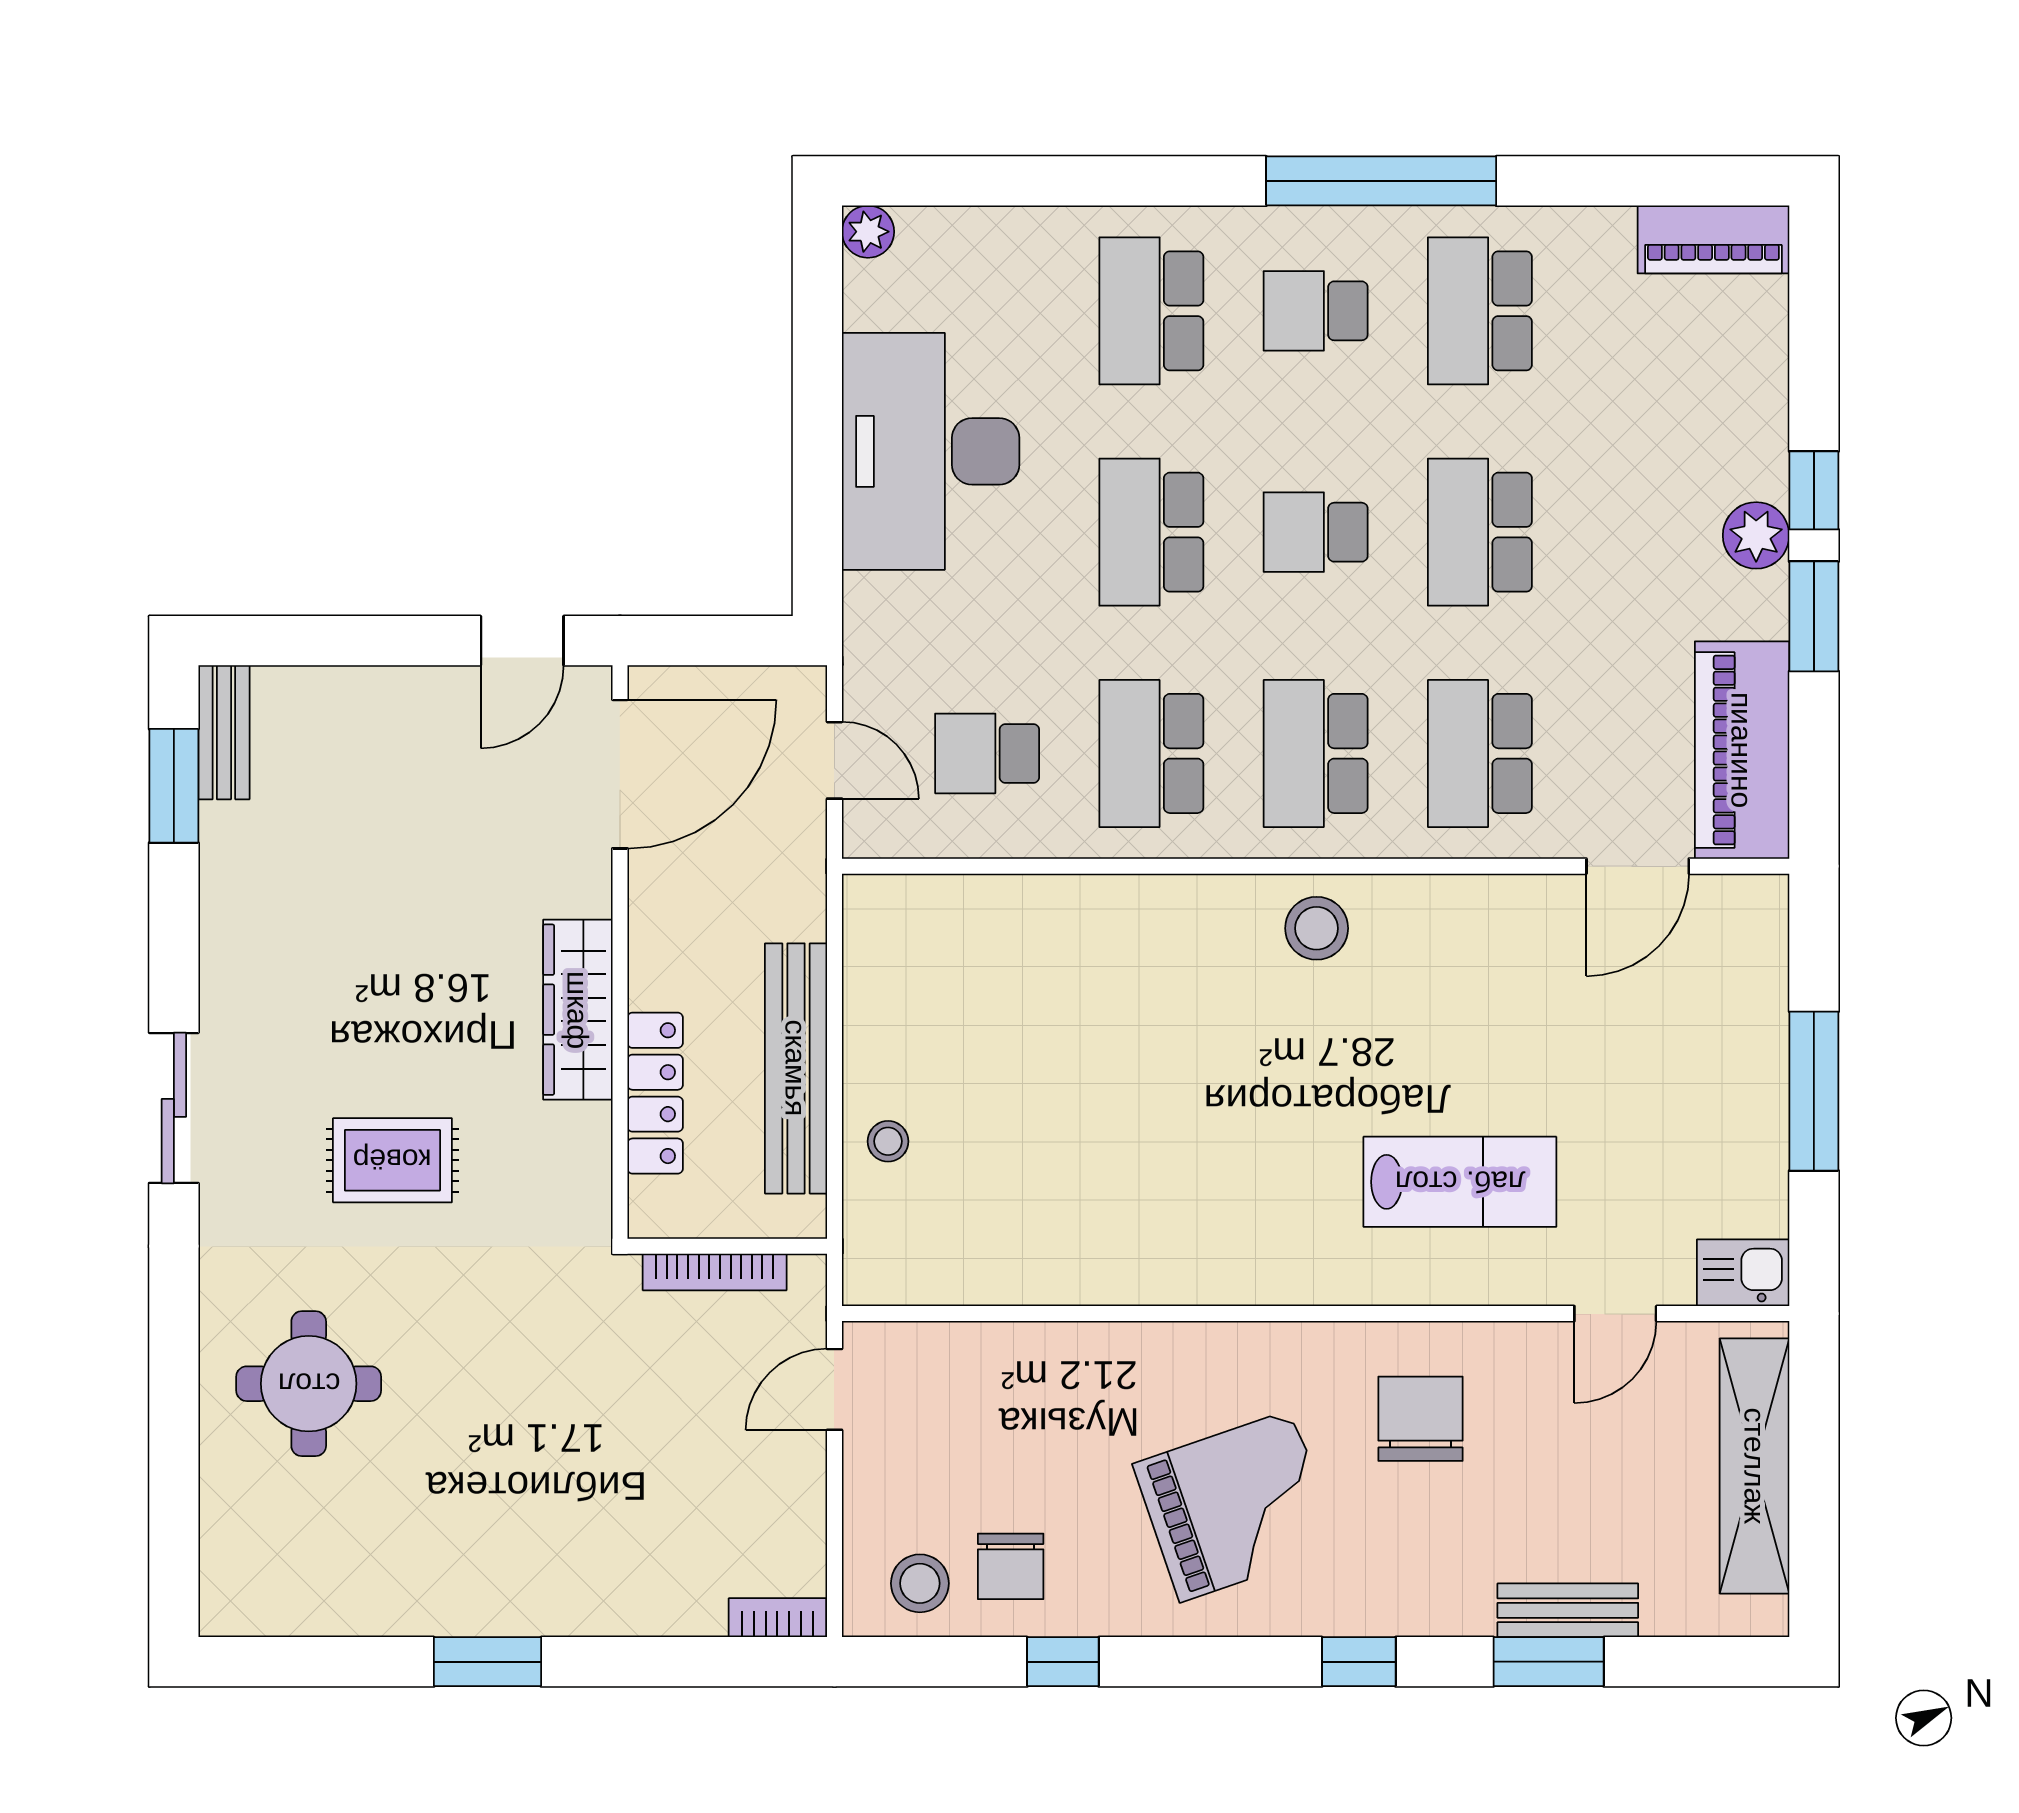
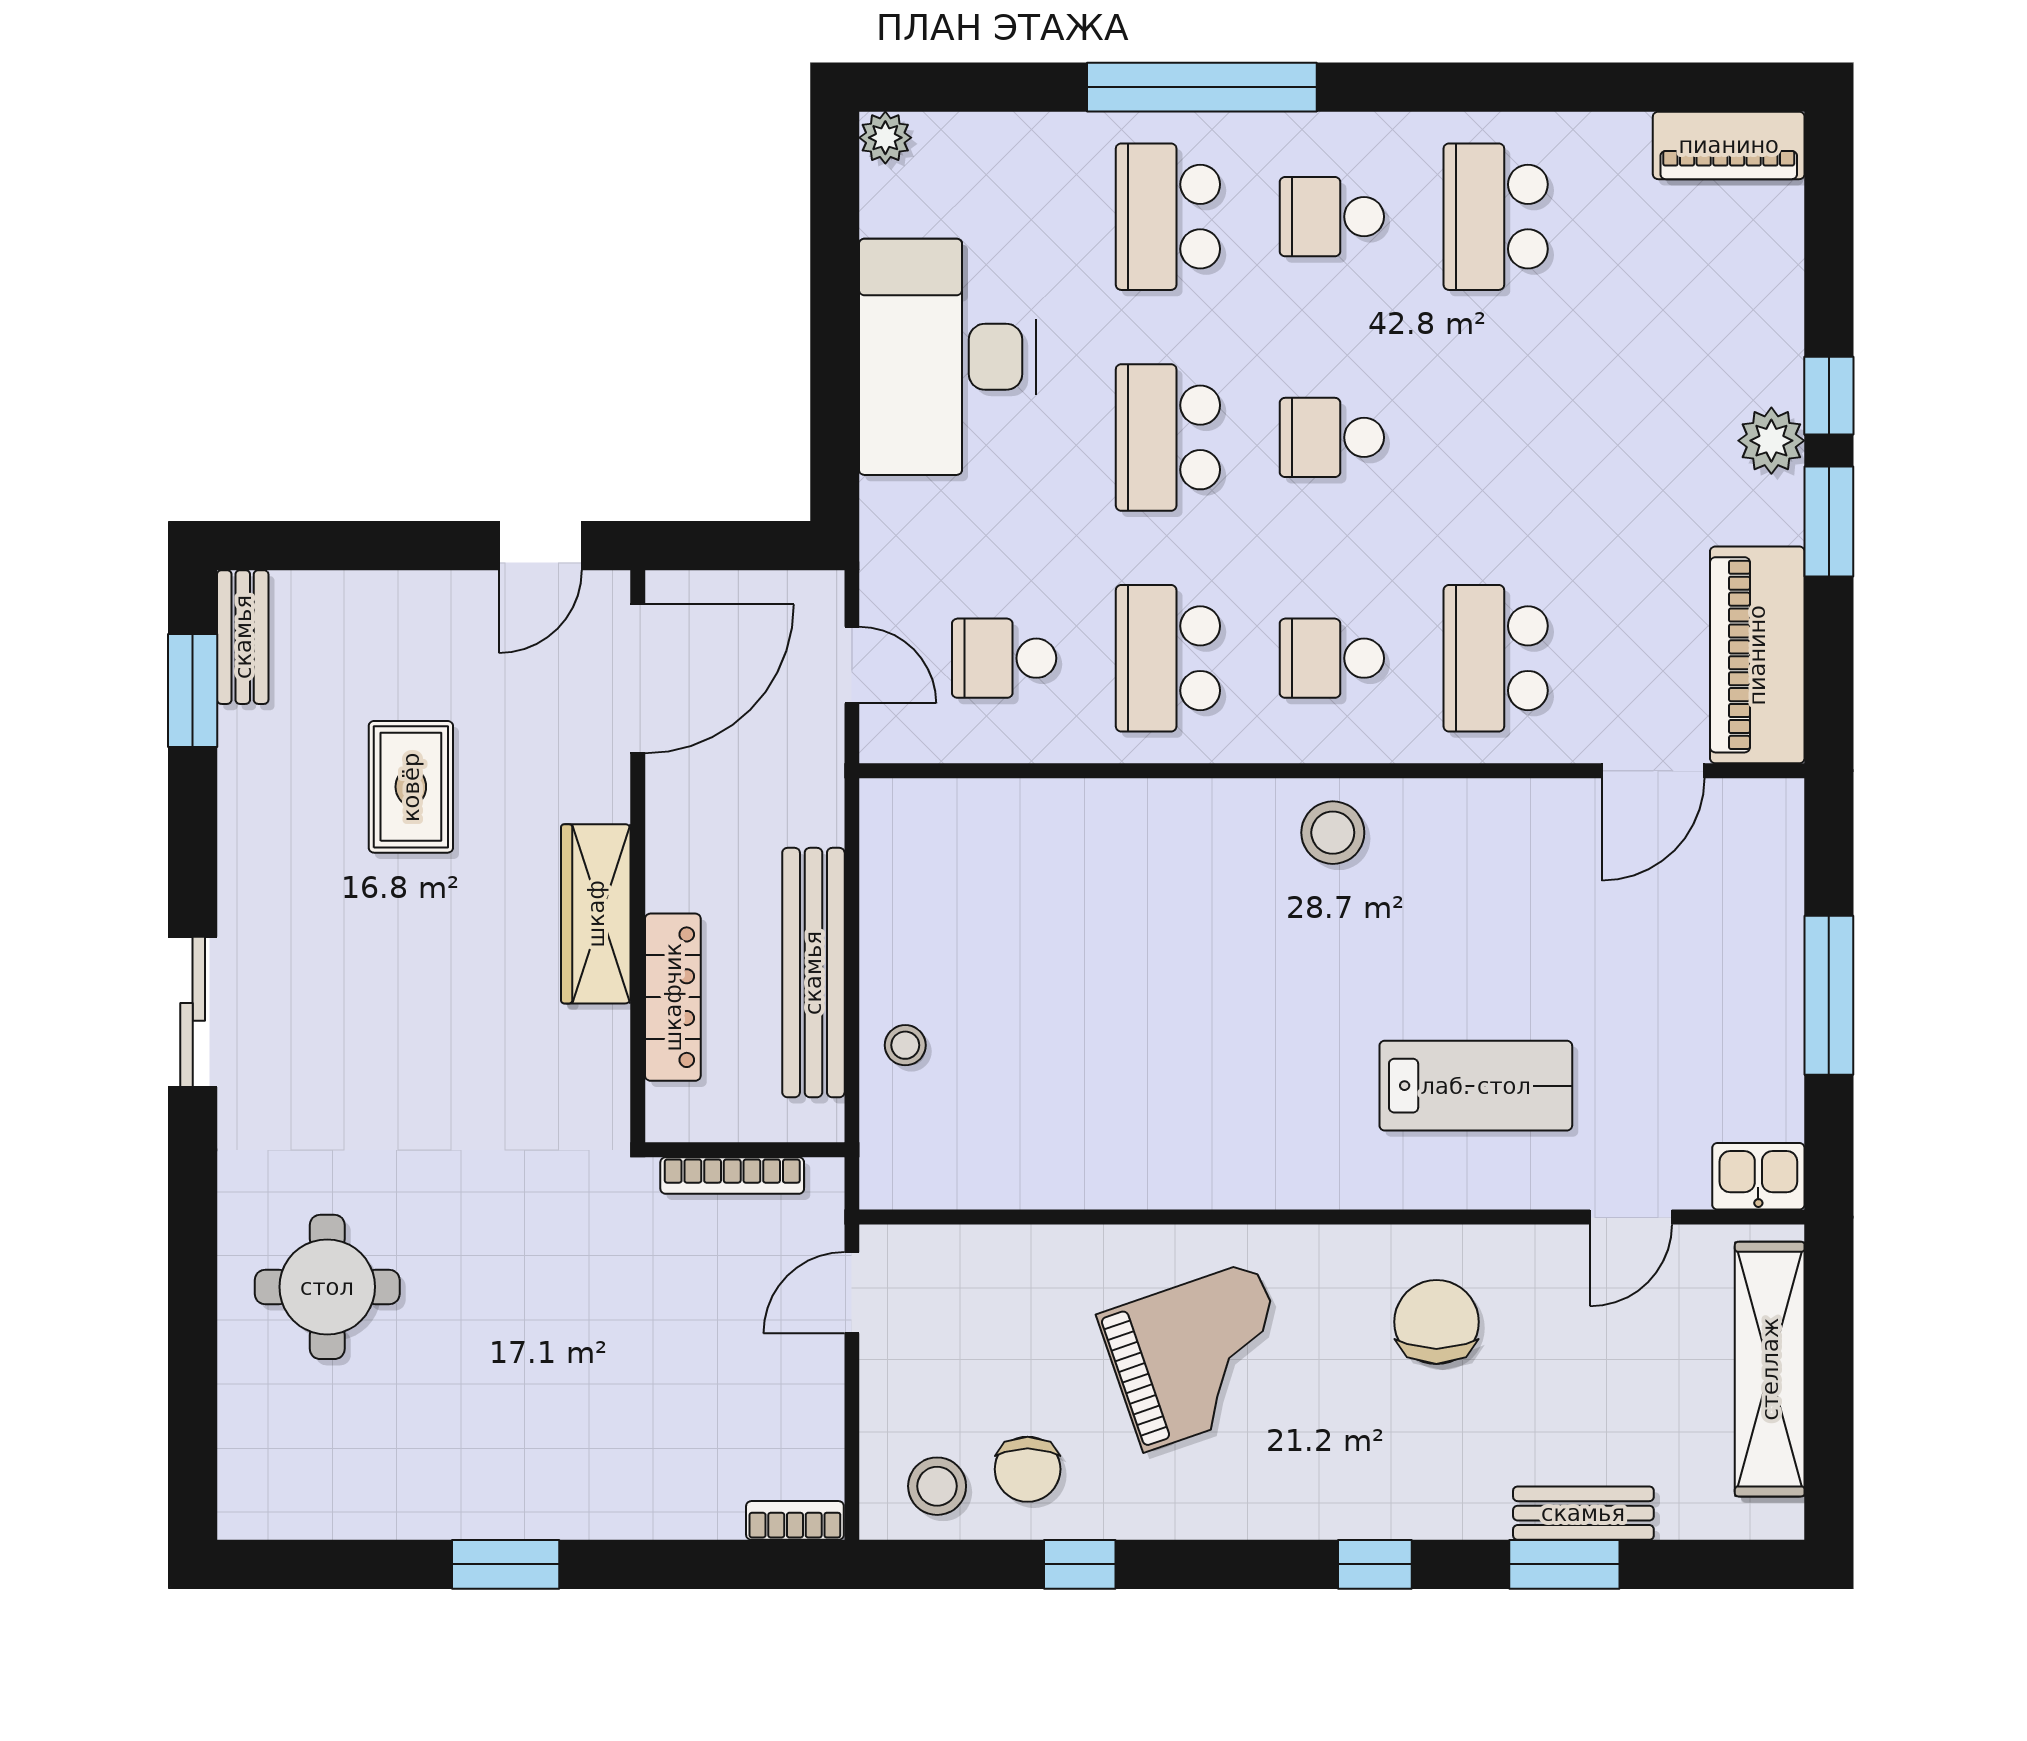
window: (1381, 181) -> (1202, 87), moved
school desk: (1480, 532) -> (1496, 437), removed
school desk: (1316, 753) -> (1332, 658), width x0.54
rug: (392, 1160) -> (411, 787), moved, turned 90
grand piano: (1236, 1506) -> (1200, 1356), moved

